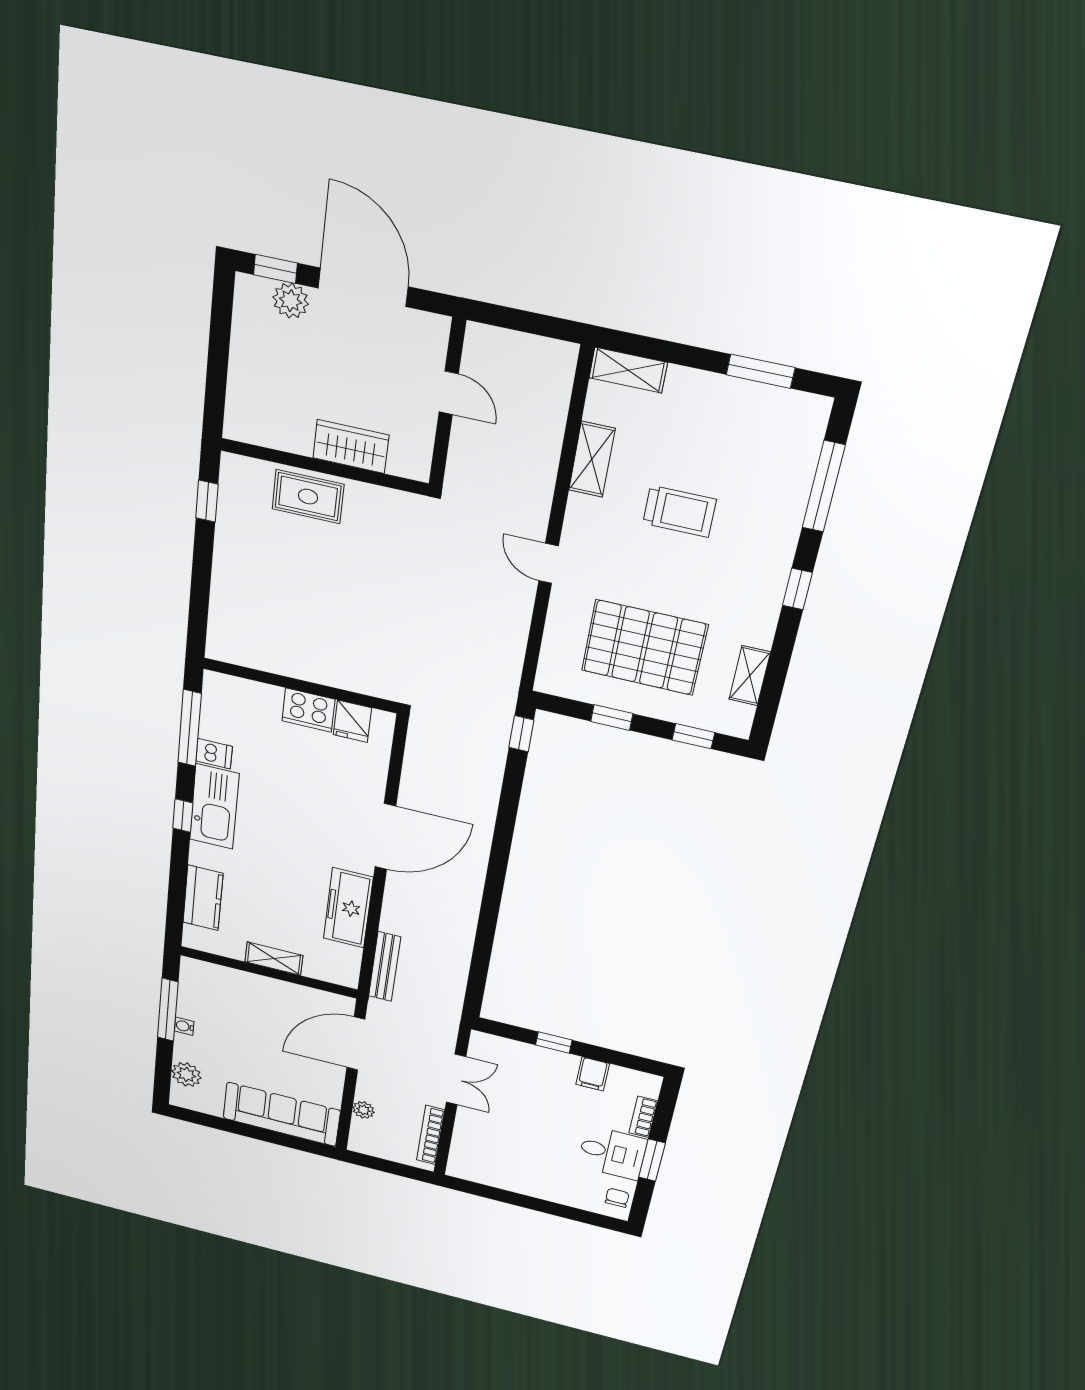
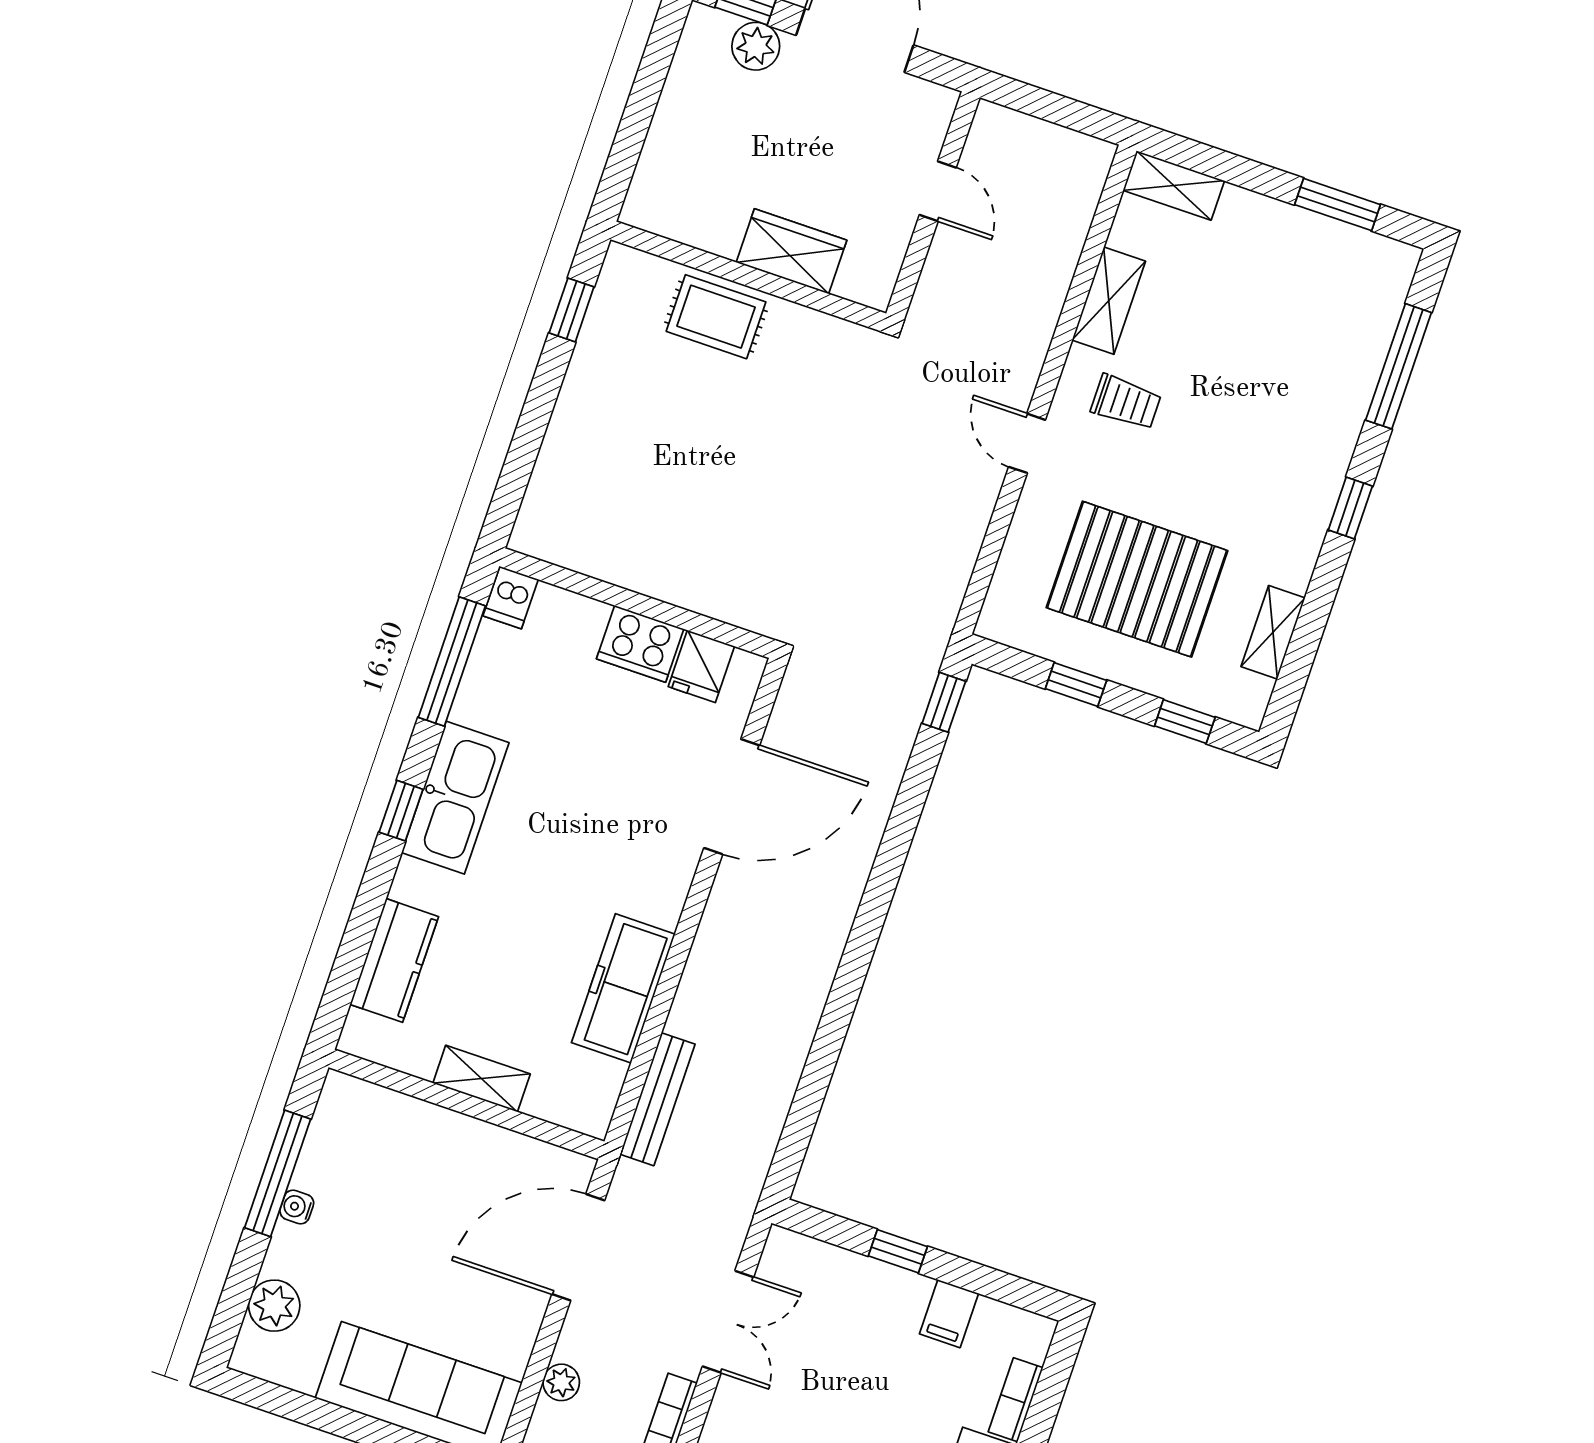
trolley: (679, 511) -> (1126, 402), moved, width x0.73, depth x0.72
dishwasher: (214, 754) -> (511, 598), moved, turned 90
door: (385, 837) -> (732, 797), moved

